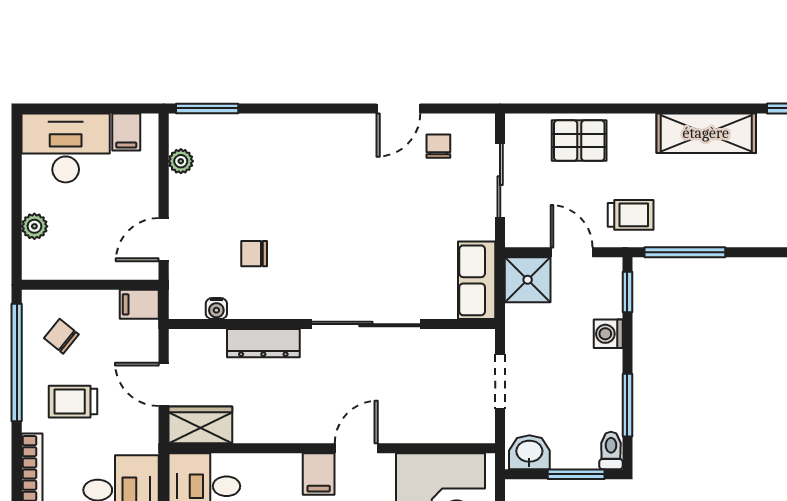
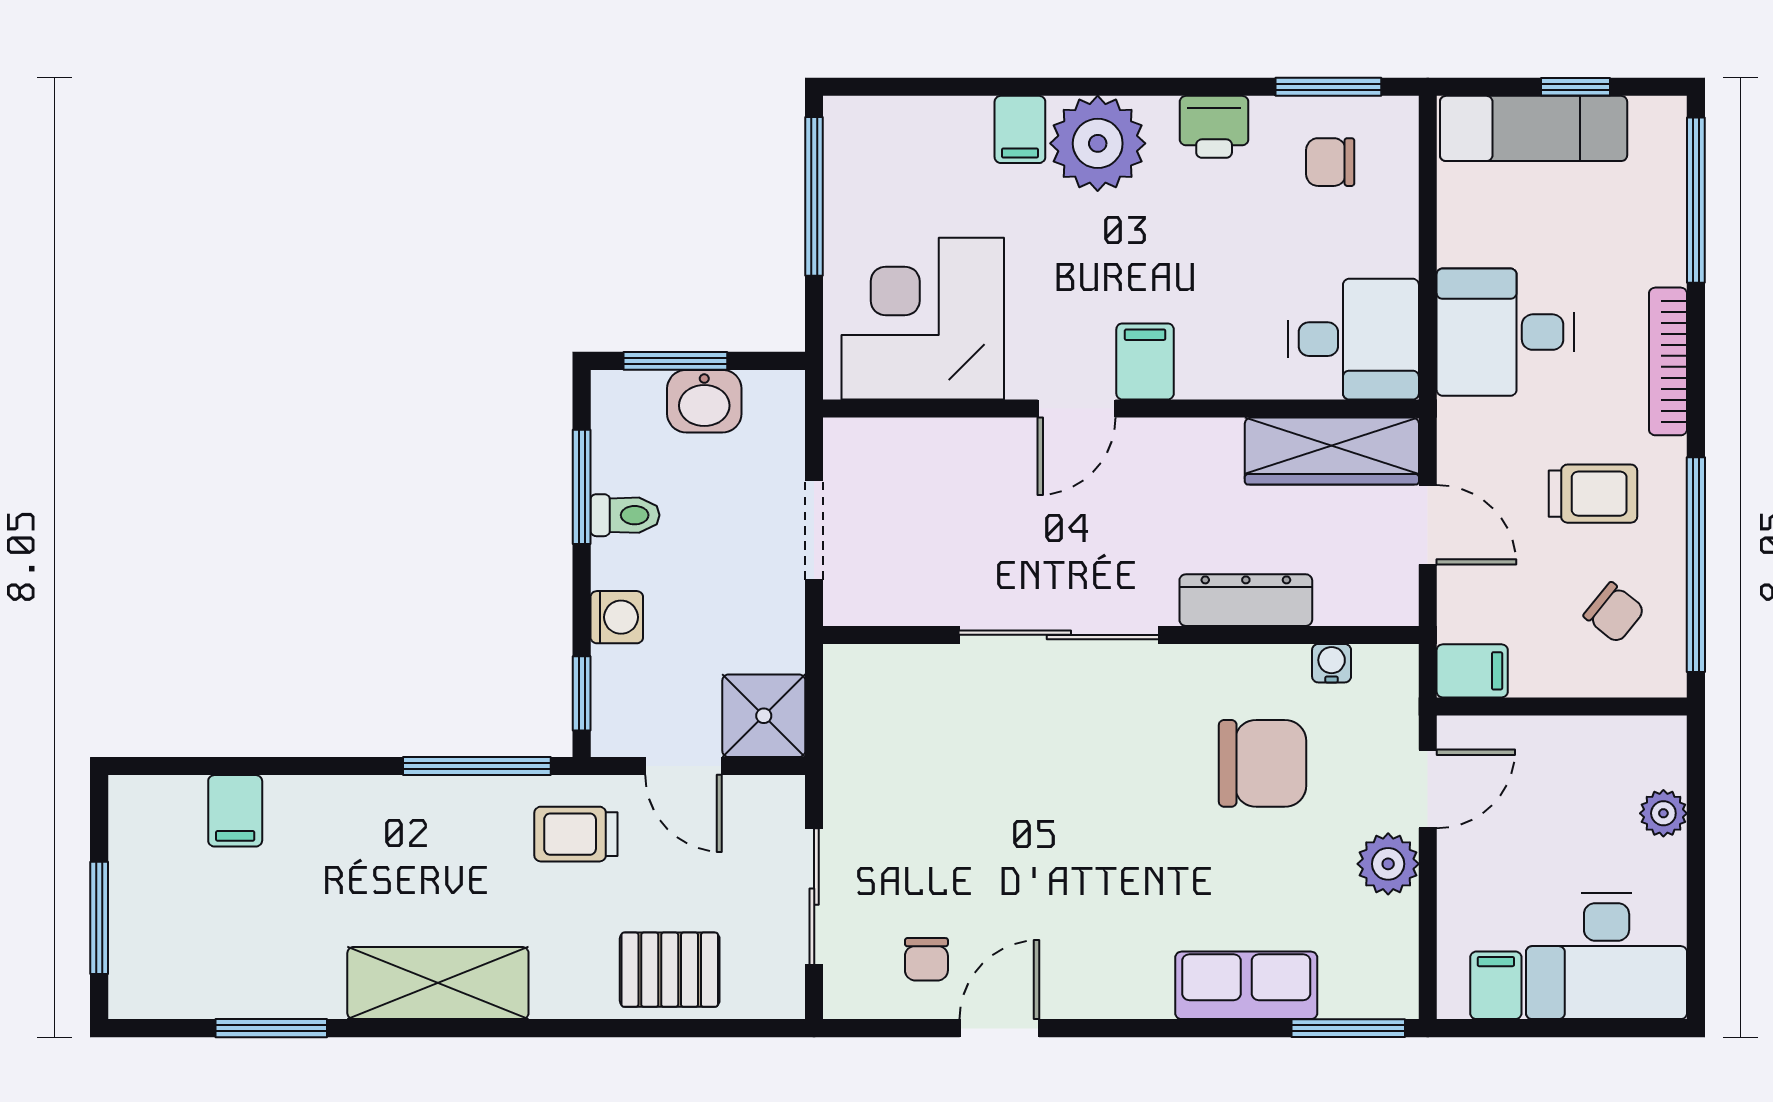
plant: (181, 161) -> (1388, 864), moved, width x1.38, depth x1.38
chair: (254, 254) -> (1263, 763), width x1.87, depth x1.87
row of seats: (477, 280) -> (1246, 985), moved, turned -90
wardrobe: (200, 425) -> (1332, 451), width x1.50
toilet: (611, 451) -> (625, 515), moved, turned -90
washbasin: (529, 452) -> (704, 401), moved

